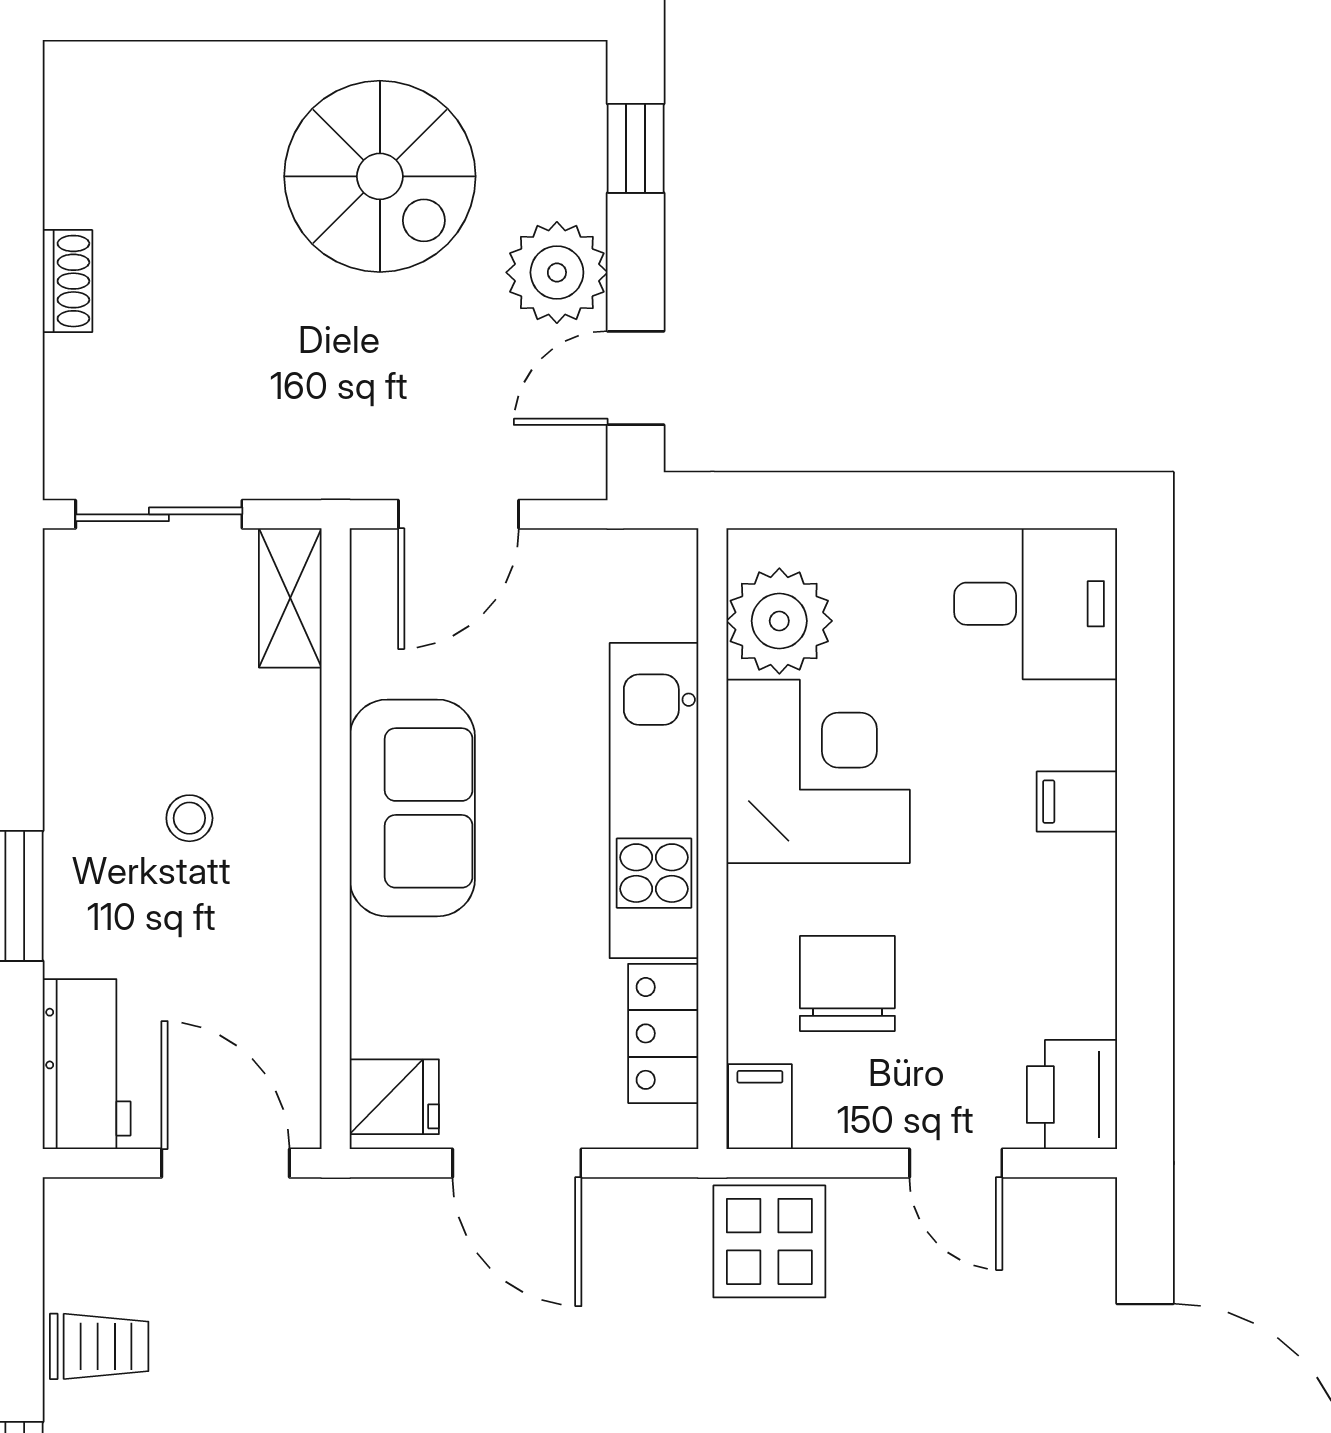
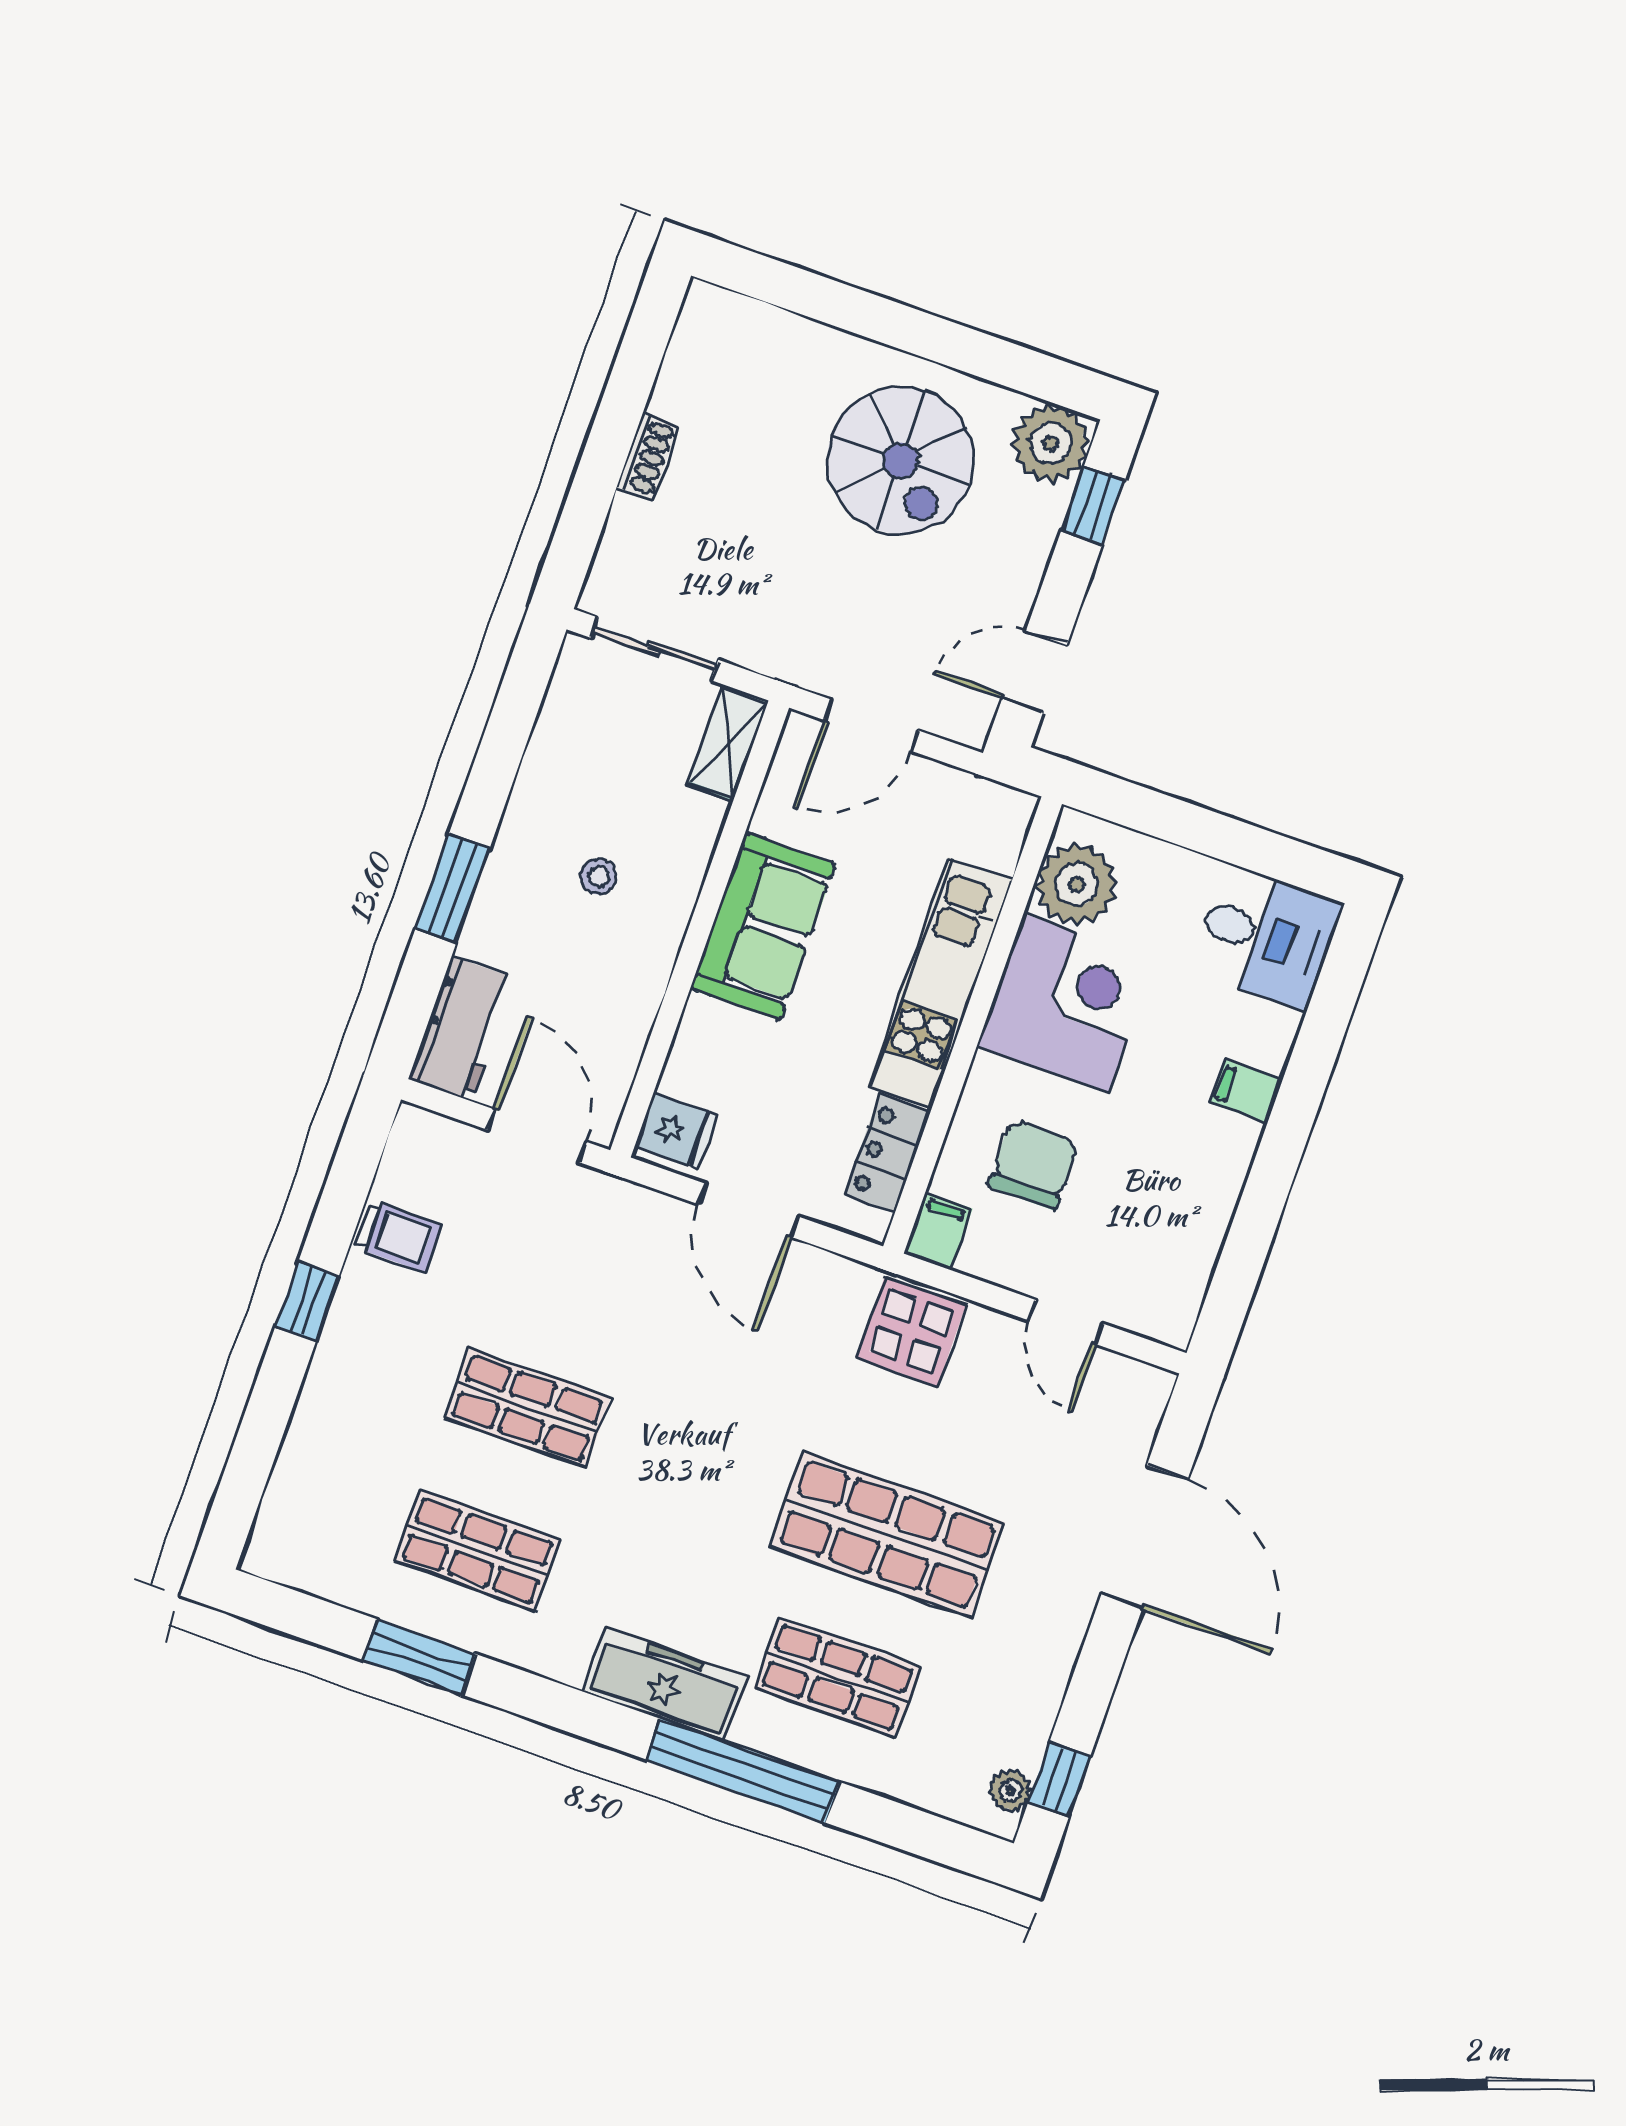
plant: (557, 272) -> (1051, 443), moved
printer: (1072, 1095) -> (1168, 1302), removed

